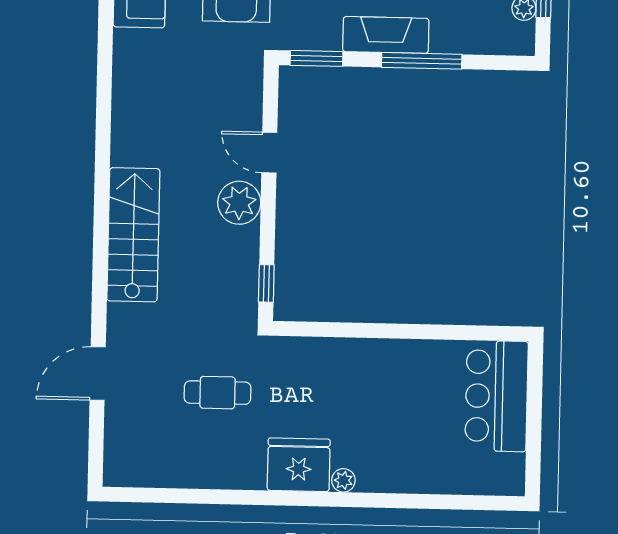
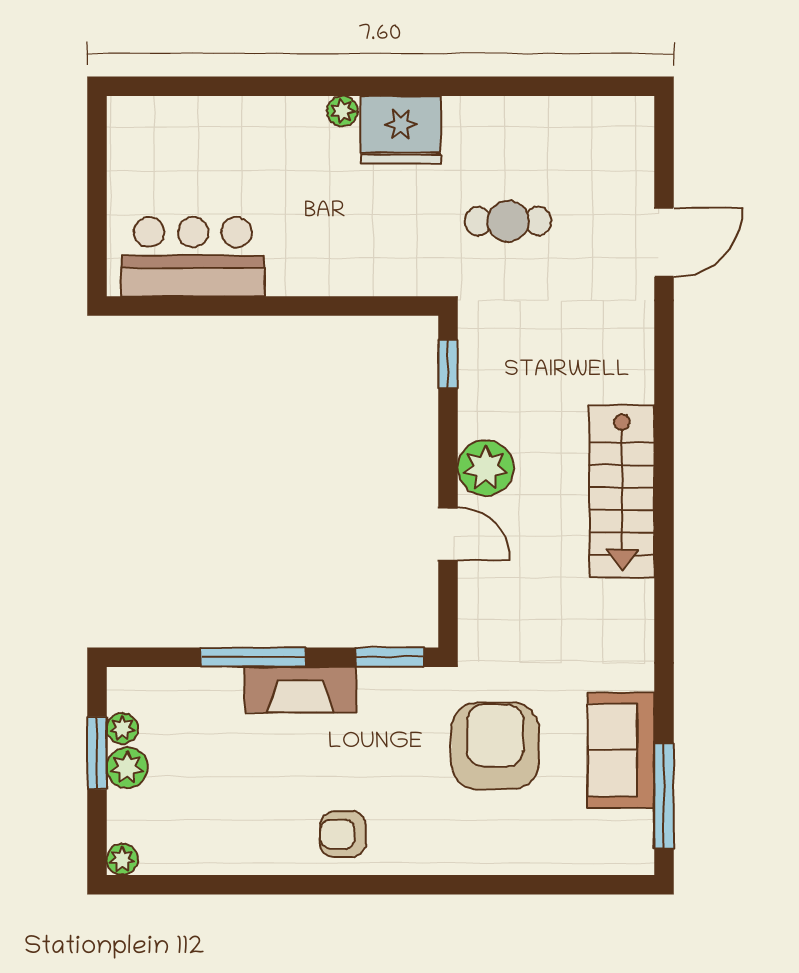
stairs: (133, 235) -> (622, 491), moved
bar counter: (497, 396) -> (193, 257), moved, turned -90

